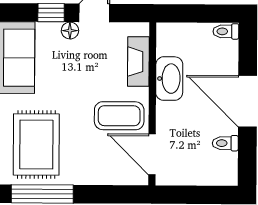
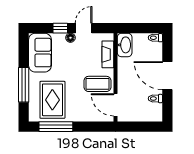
washbasin: (169, 79) -> (125, 45), moved

